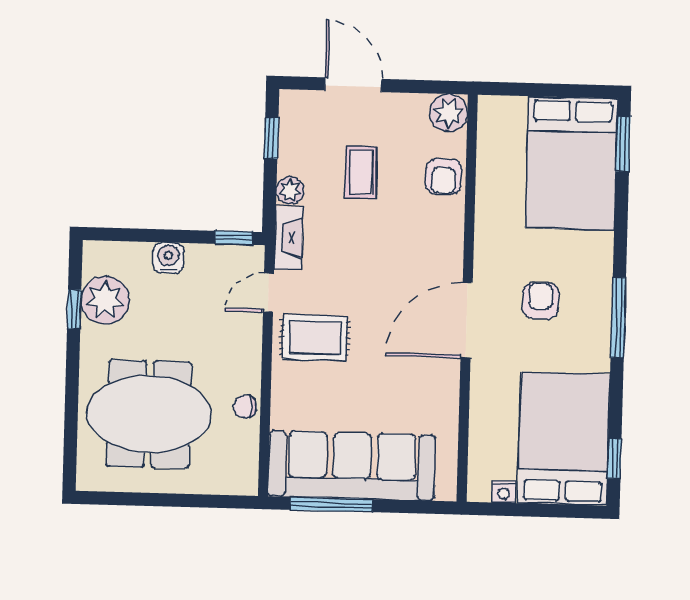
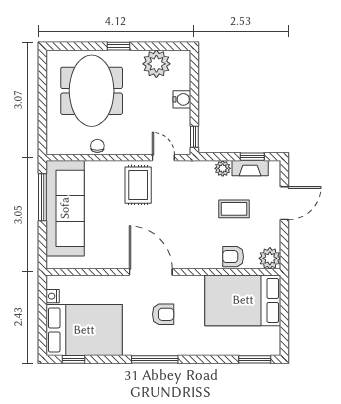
bed: (572, 163) -> (243, 300), moved
fireplace: (288, 238) -> (250, 168), moved
window: (74, 309) -> (119, 46), moved

